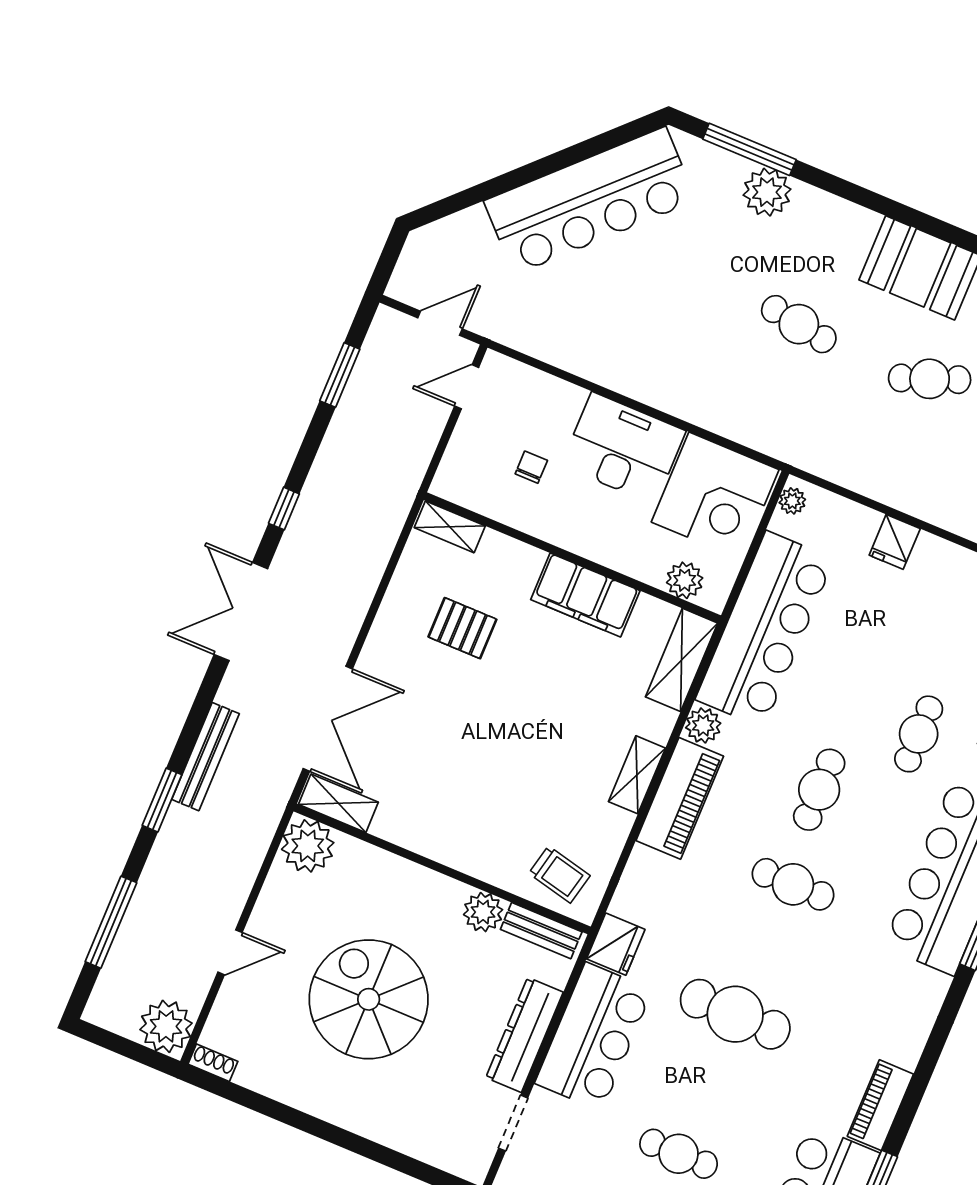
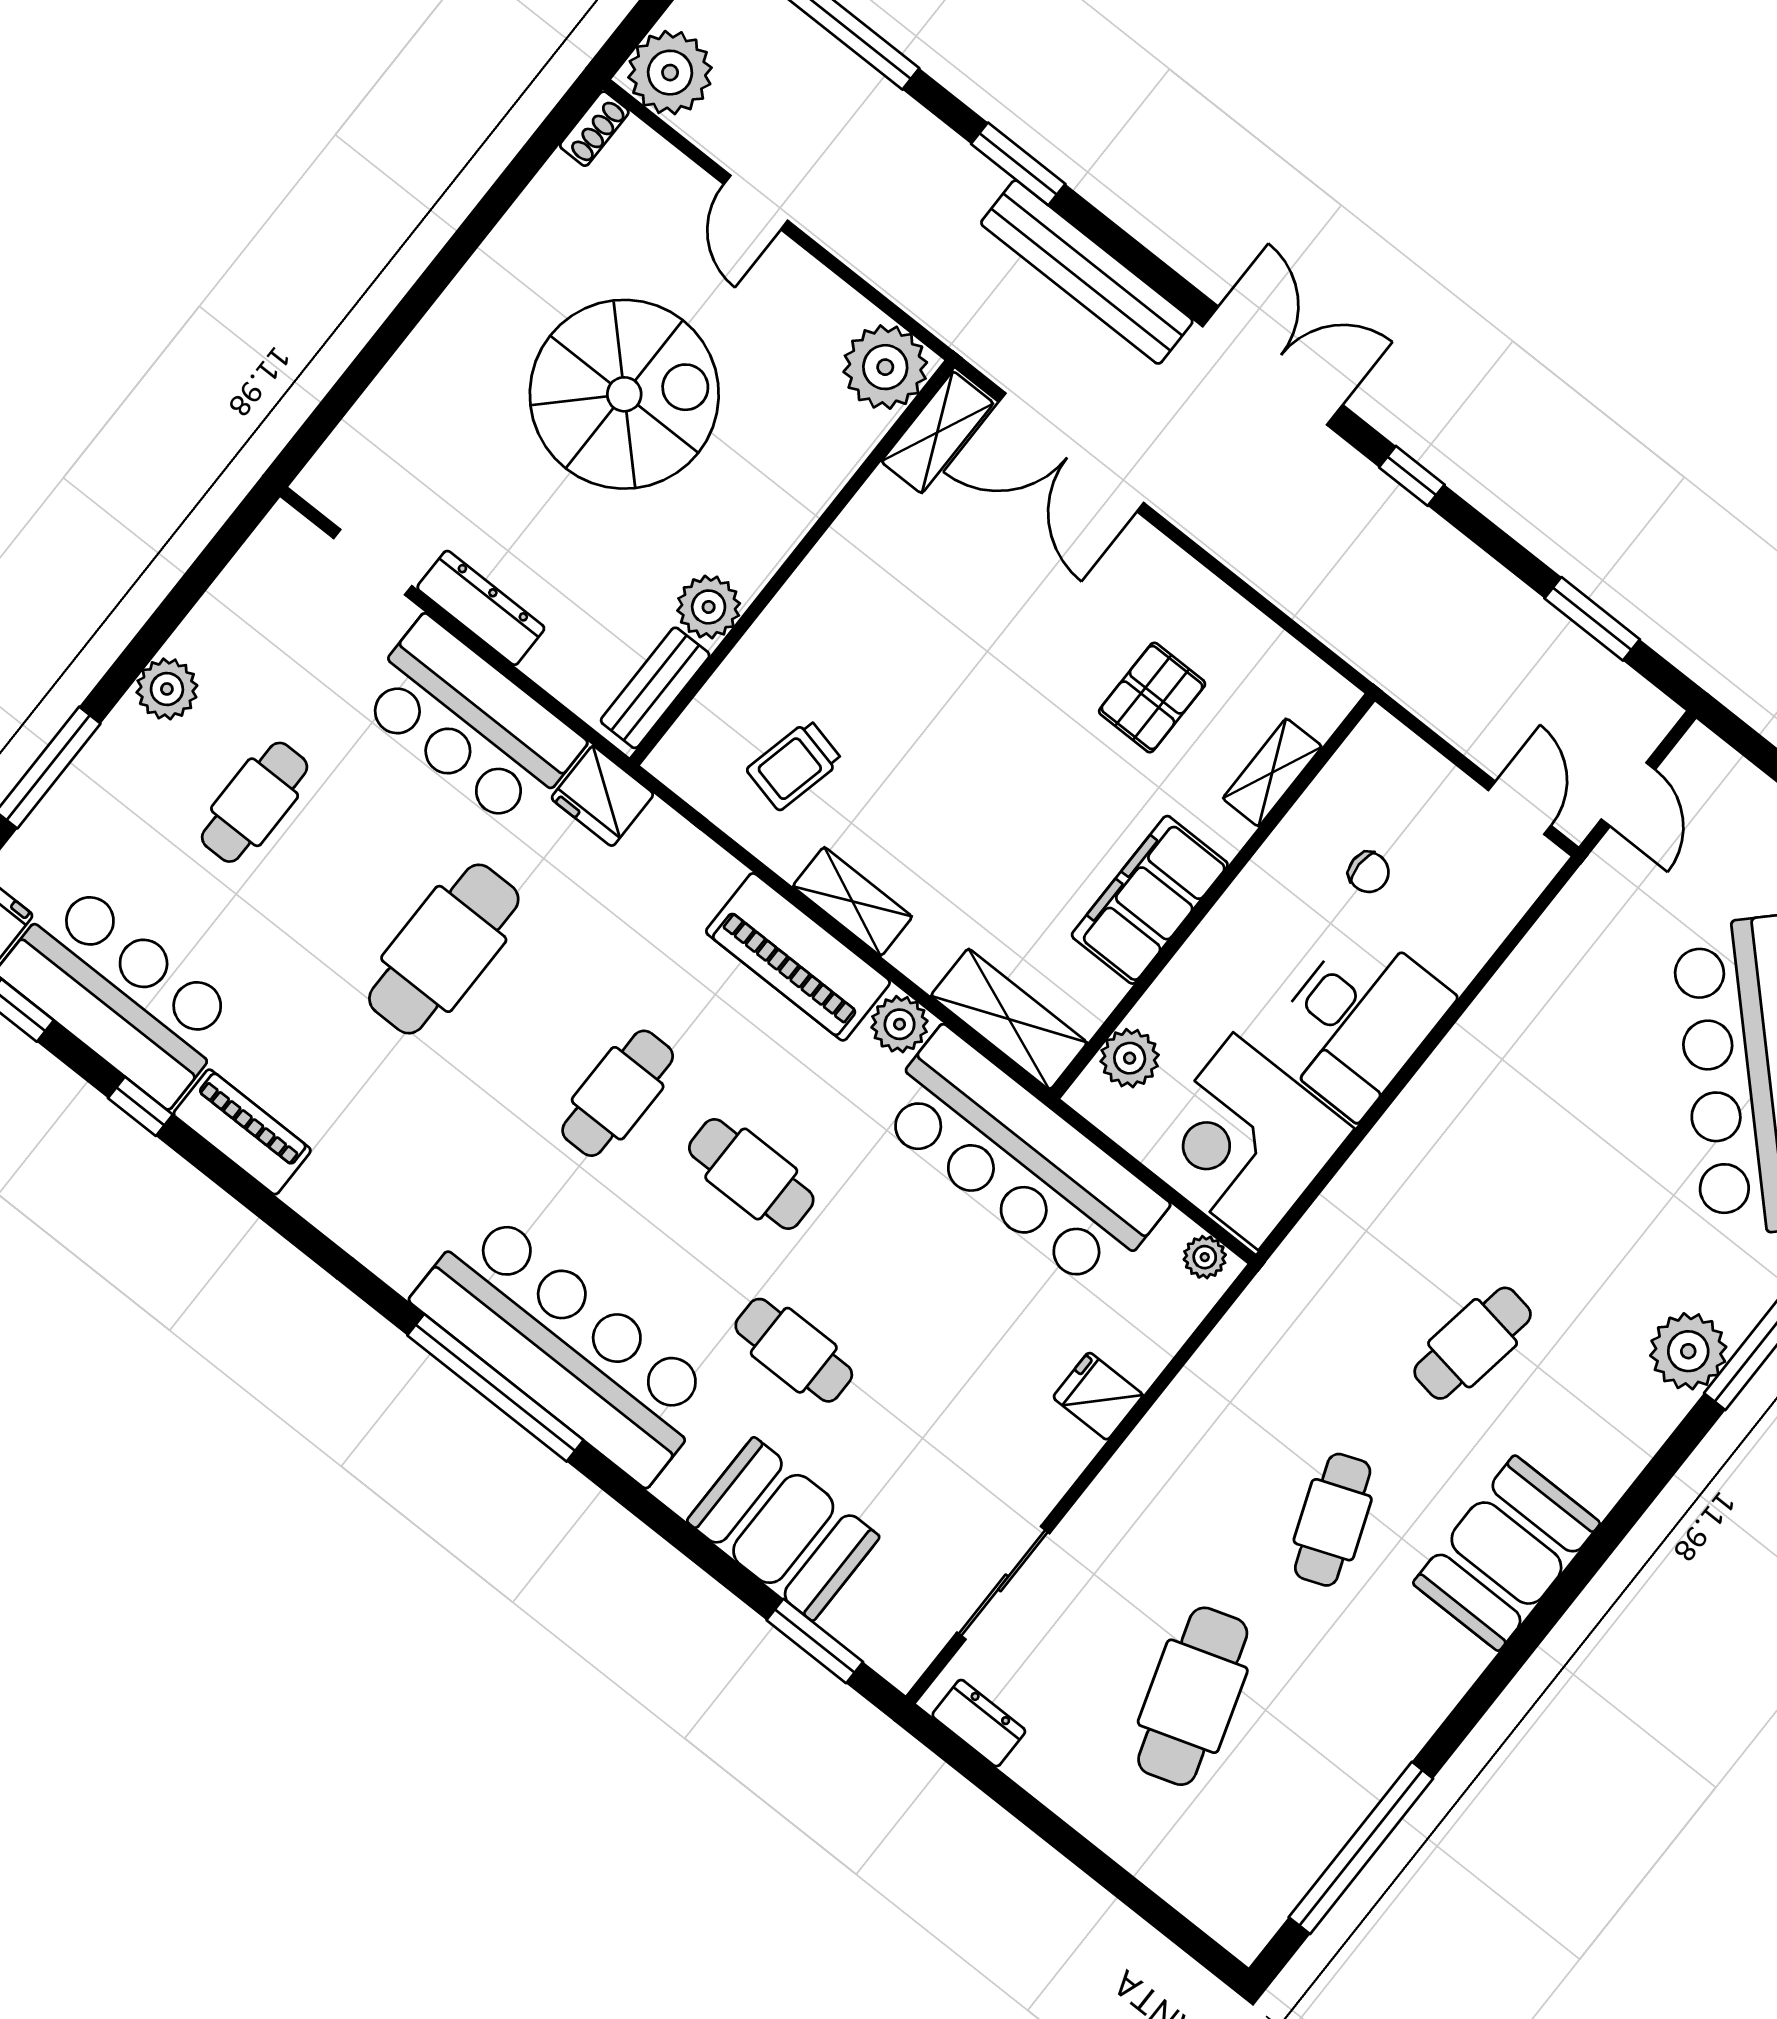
shelving: (450, 527) -> (1272, 772), moved
bench: (206, 757) -> (1087, 272), width x1.37, depth x1.21
trolley: (559, 874) -> (794, 765), moved
dresser: (524, 1035) -> (481, 608), width x0.73, depth x0.80

